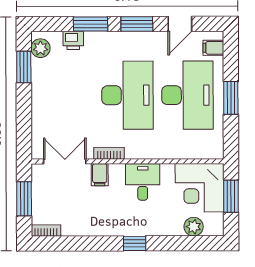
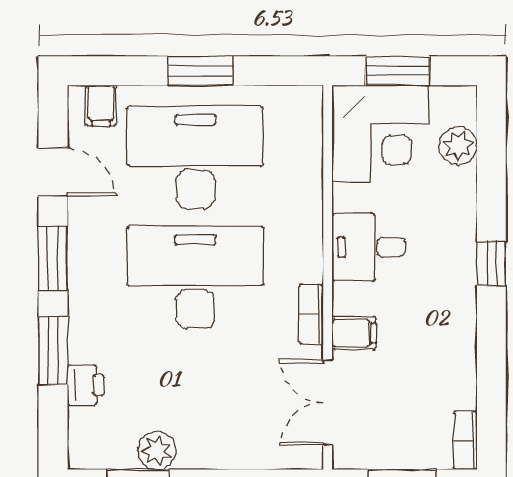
plant: (40, 48) -> (157, 451), moved

